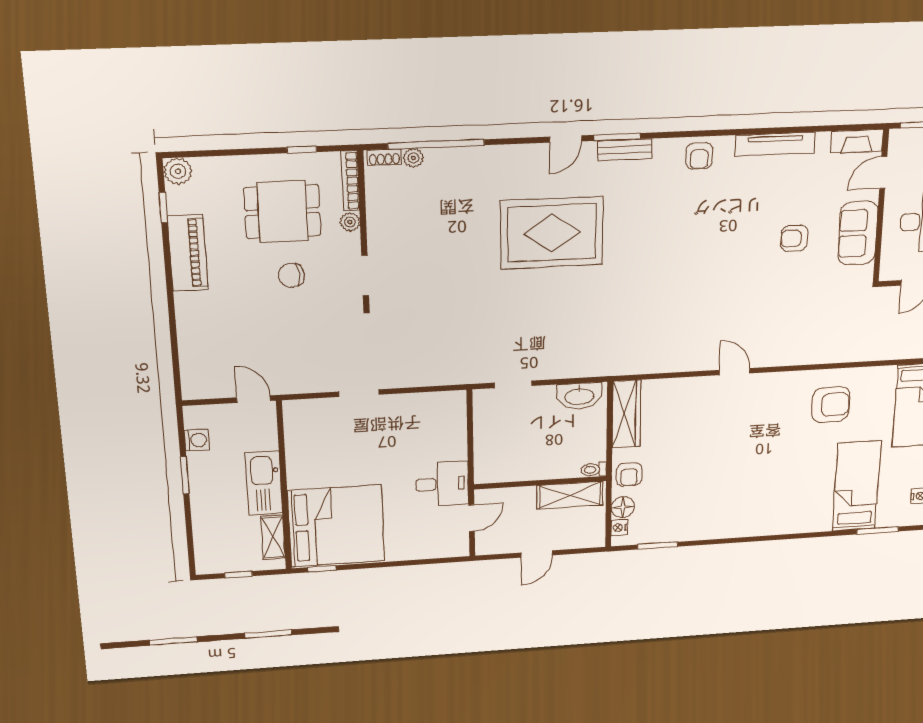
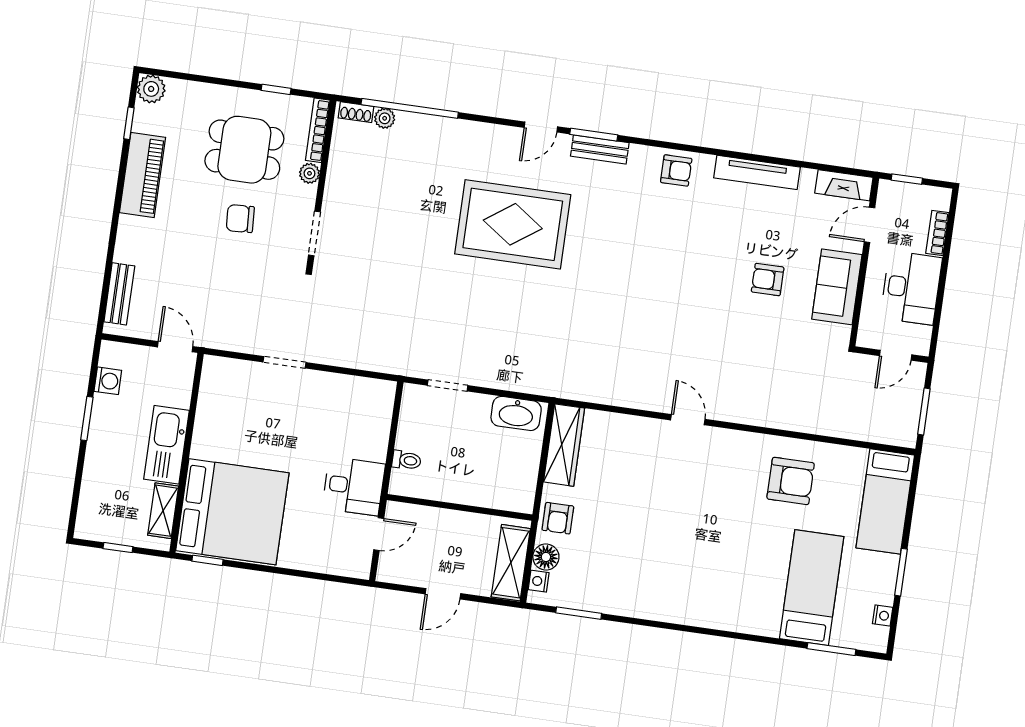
armchair: (699, 156) -> (676, 170), turned -90
bench: (190, 363) -> (119, 294), added
toilet: (594, 470) -> (407, 460), moved, turned 180
shelving: (570, 495) -> (511, 563), moved, turned 90

